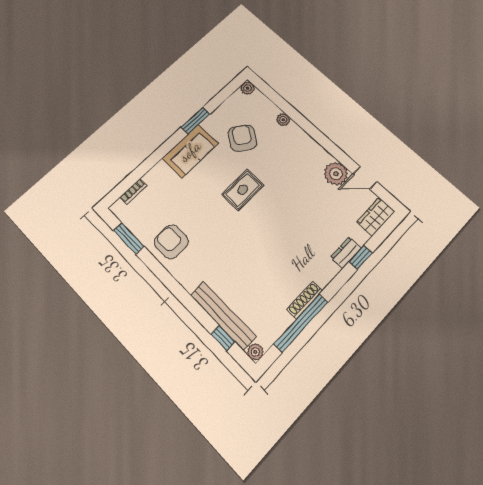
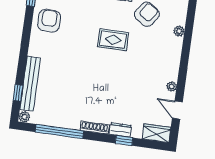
plant: (336, 174) -> (172, 86), width x0.53, depth x0.53
shoe rack: (305, 300) -> (95, 128), moved

